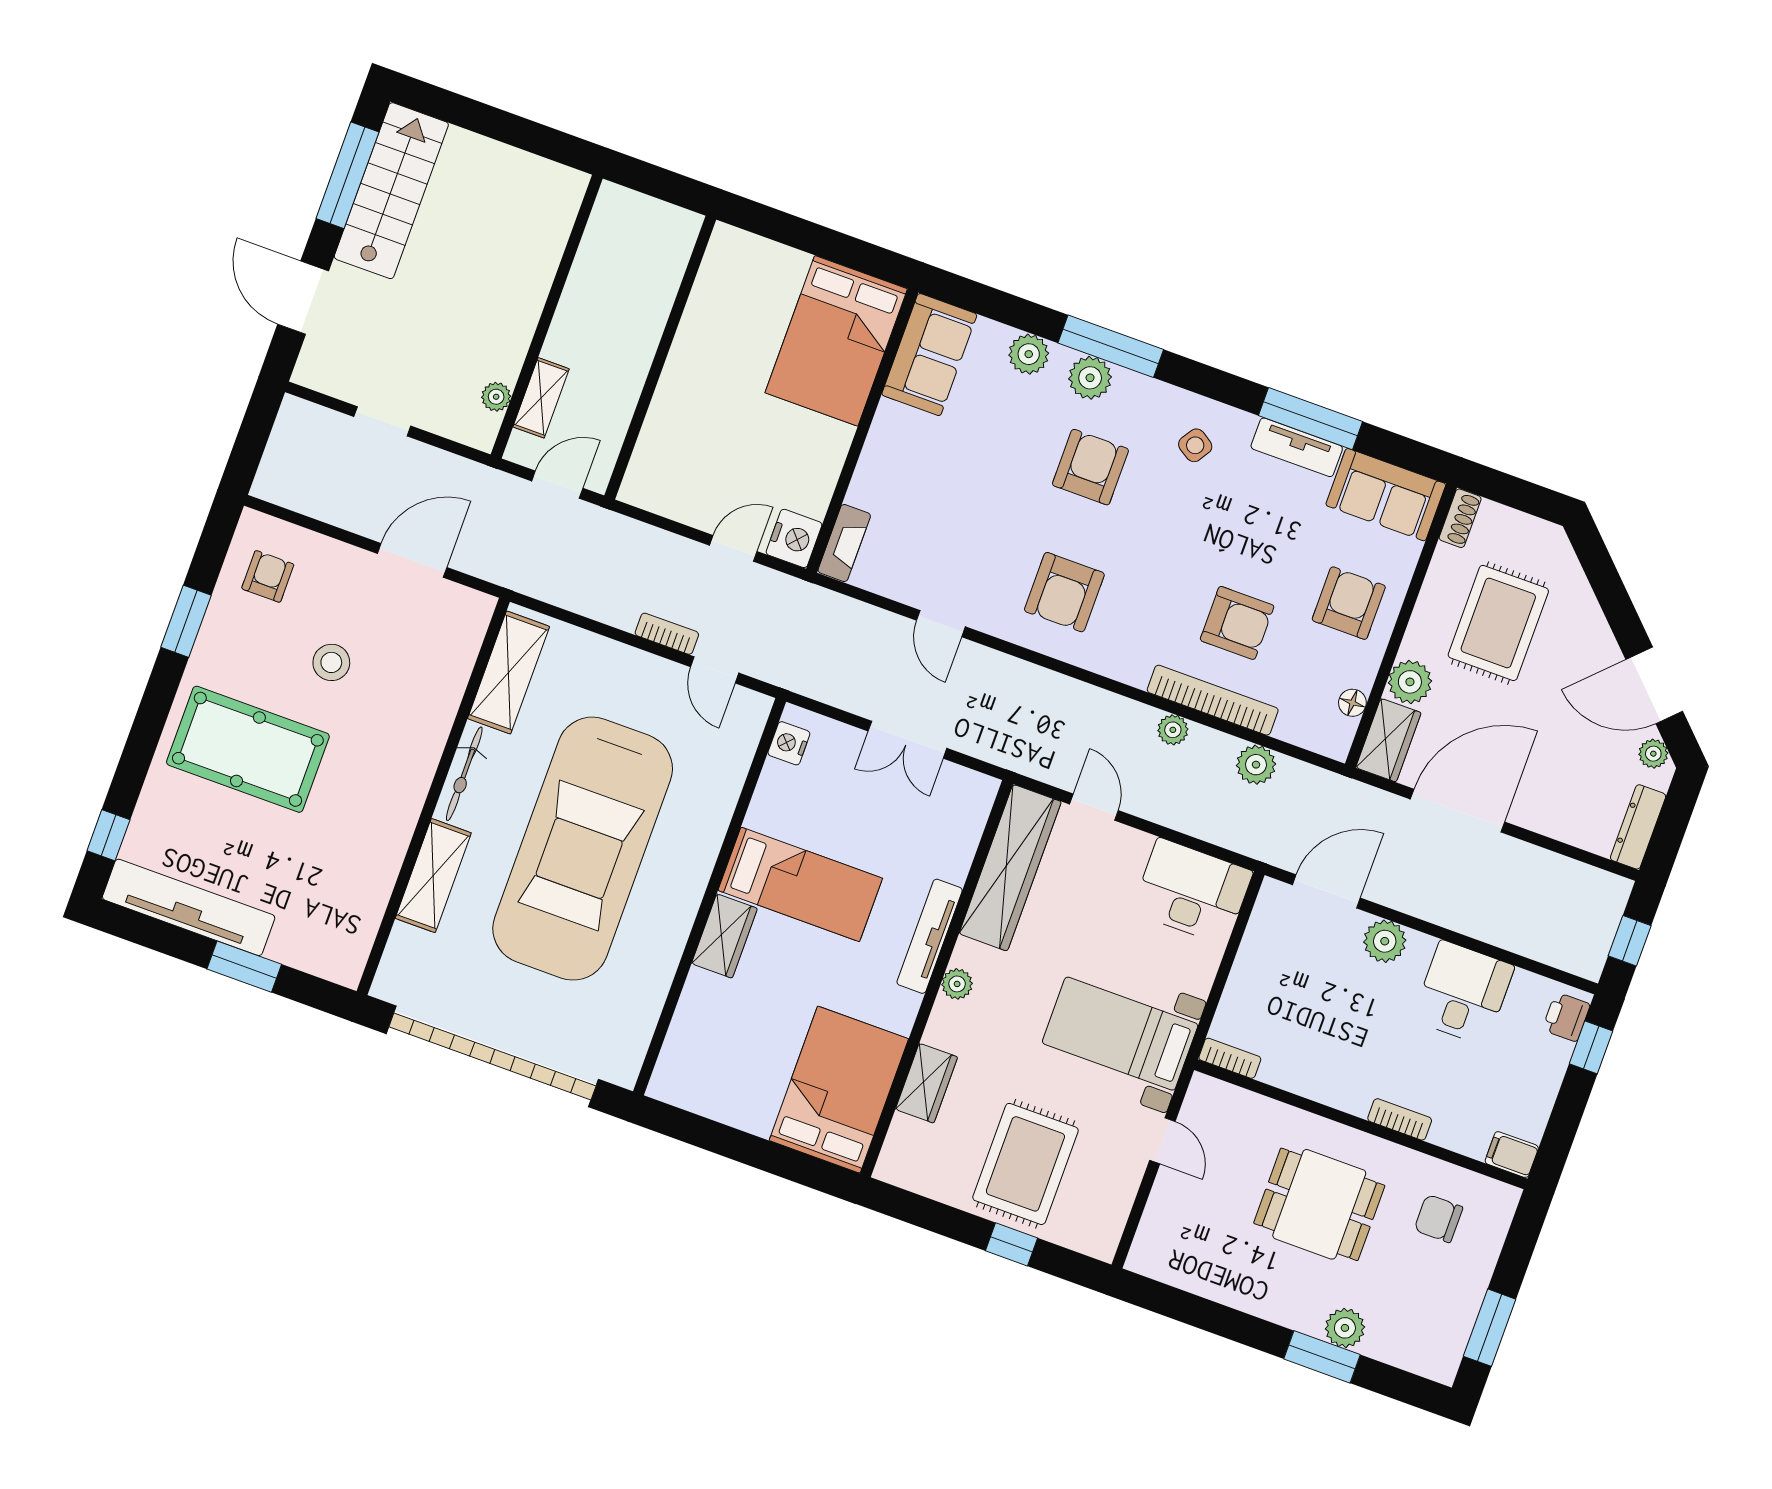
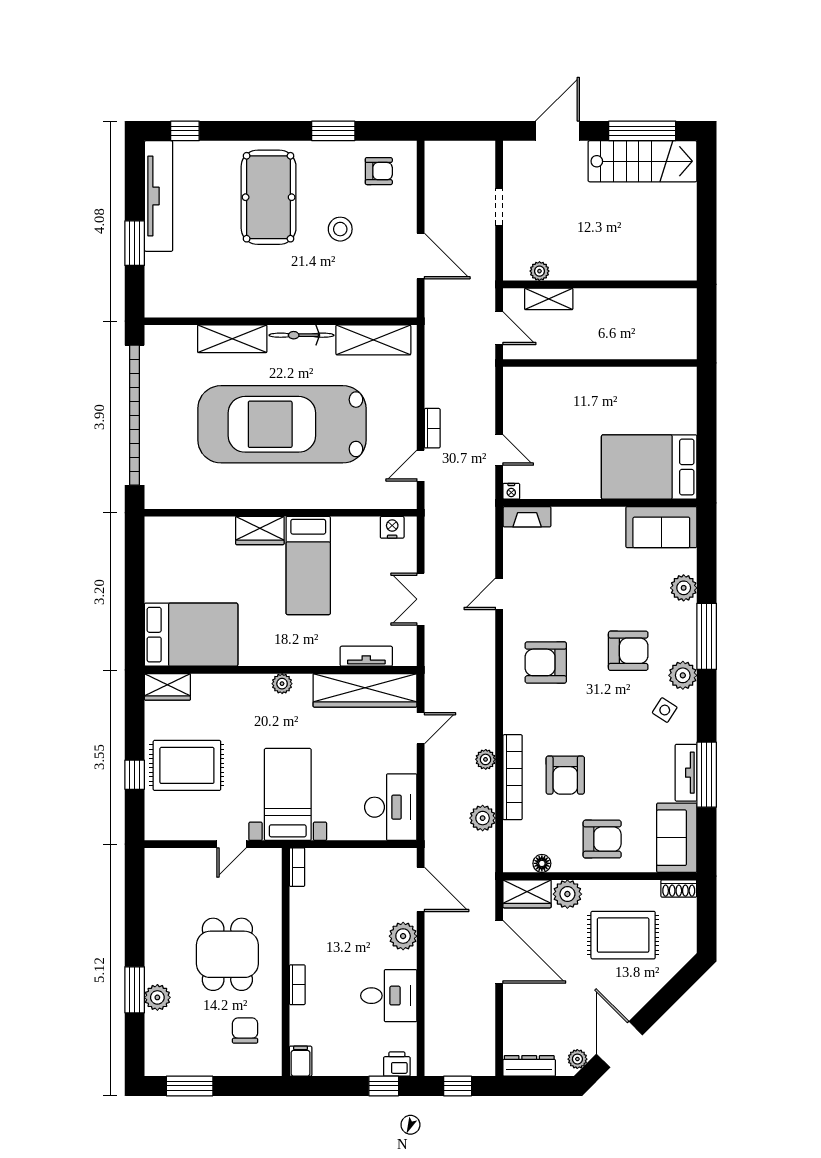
plant: (1090, 378) -> (683, 675), moved
nightstand: (794, 538) -> (511, 491), width x0.53, depth x0.56
tv unit: (930, 936) -> (366, 656), moved, width x0.71
wardrobe: (926, 1083) -> (167, 687), moved

